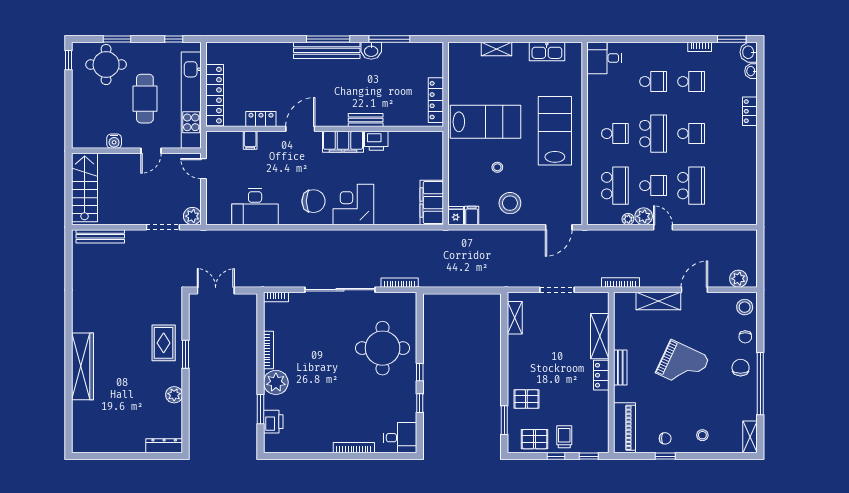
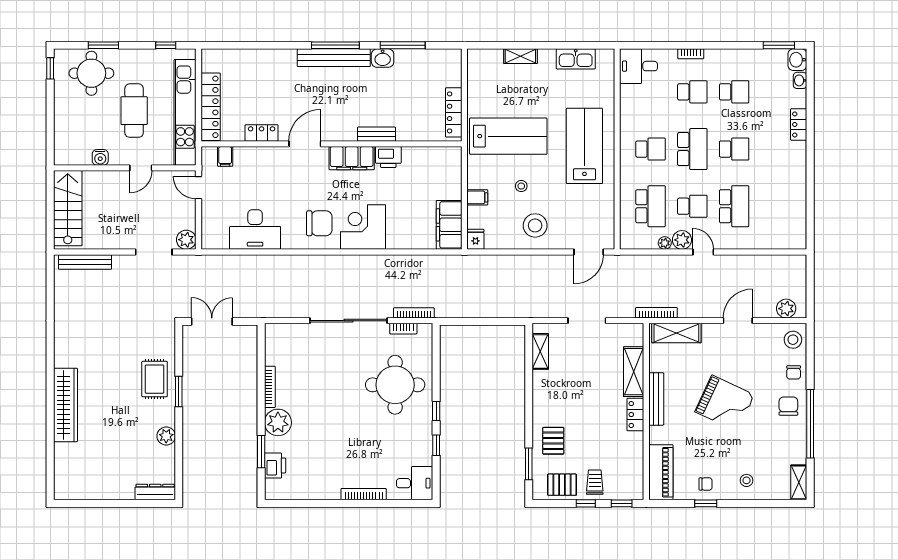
bookcase: (700, 47) -> (691, 54), moved
filing cabinet: (250, 140) -> (225, 156), moved
filing cabinet: (472, 216) -> (477, 197), moved, turned 90
bookcase: (276, 297) -> (403, 329), moved
shelving: (658, 301) -> (676, 333), moved
bench: (620, 367) -> (656, 399), width x1.36
pallet: (526, 399) -> (553, 441), turned 90

